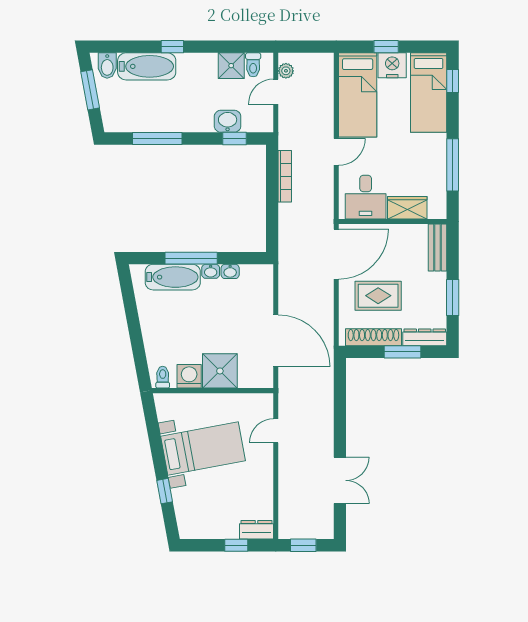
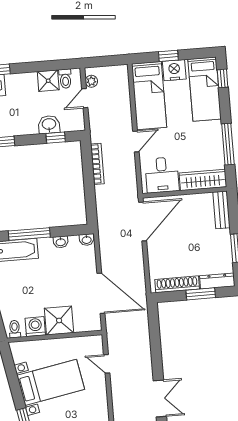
wardrobe: (407, 208) -> (203, 180), width x1.50
washbasin: (211, 271) -> (87, 240), moved
rug: (378, 296) -> (178, 251), removed
door: (276, 431) -> (107, 364), hinge flipped

